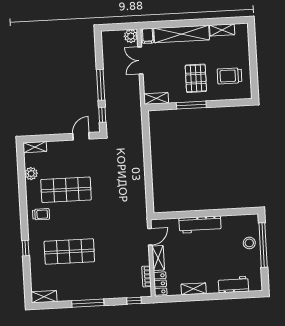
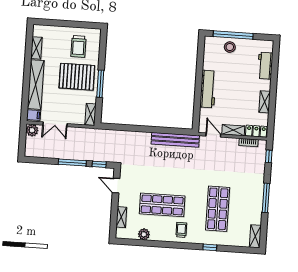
pallet: (196, 78) -> (77, 77), width x1.37, depth x1.41
shelving: (35, 147) -> (121, 217), moved
shop shelf: (66, 190) -> (162, 205), turned 90
bench: (140, 195) -> (175, 140), added

